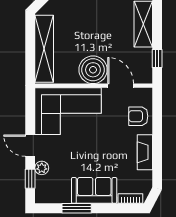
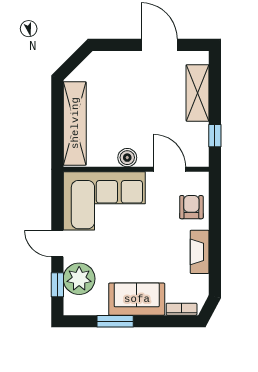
boiler: (93, 70) -> (127, 158), width x0.54, depth x0.54
armchair: (138, 116) -> (191, 207), turned 90
plant: (42, 168) -> (79, 279), width x1.87, depth x1.87

